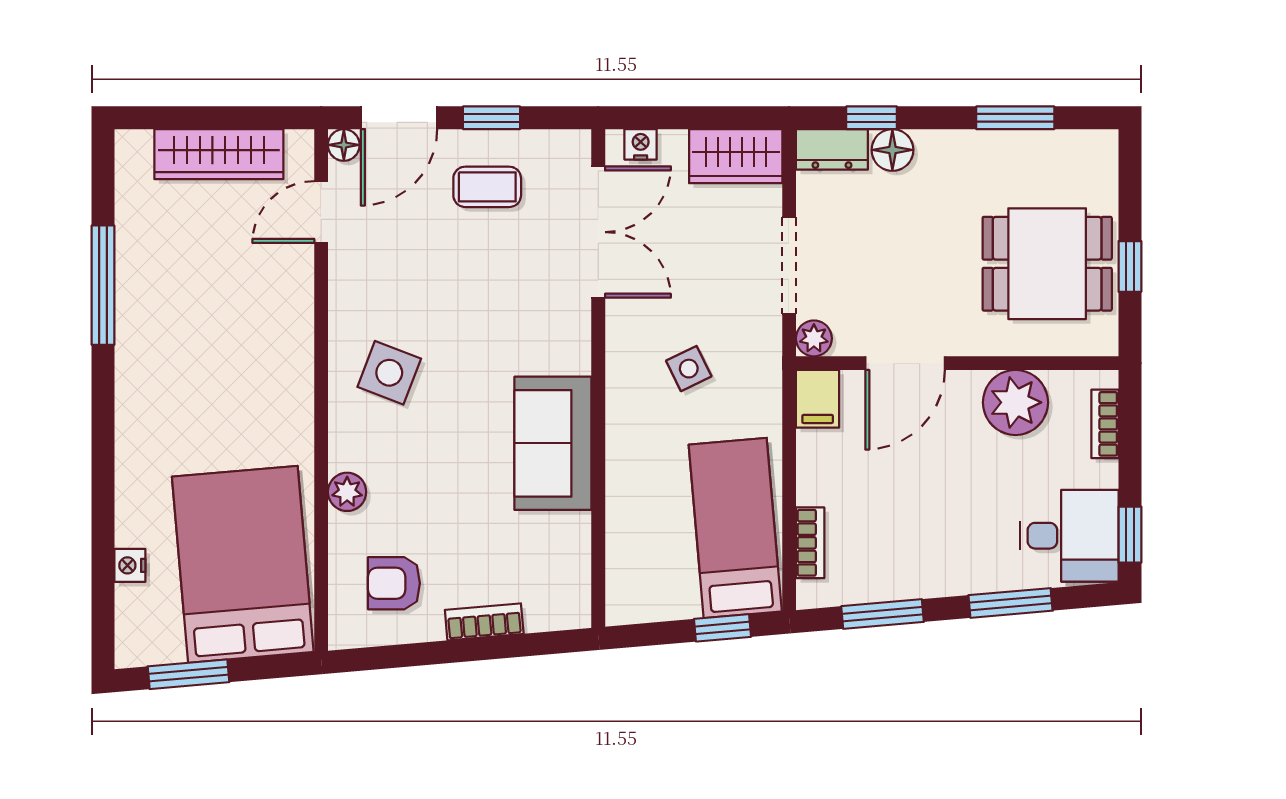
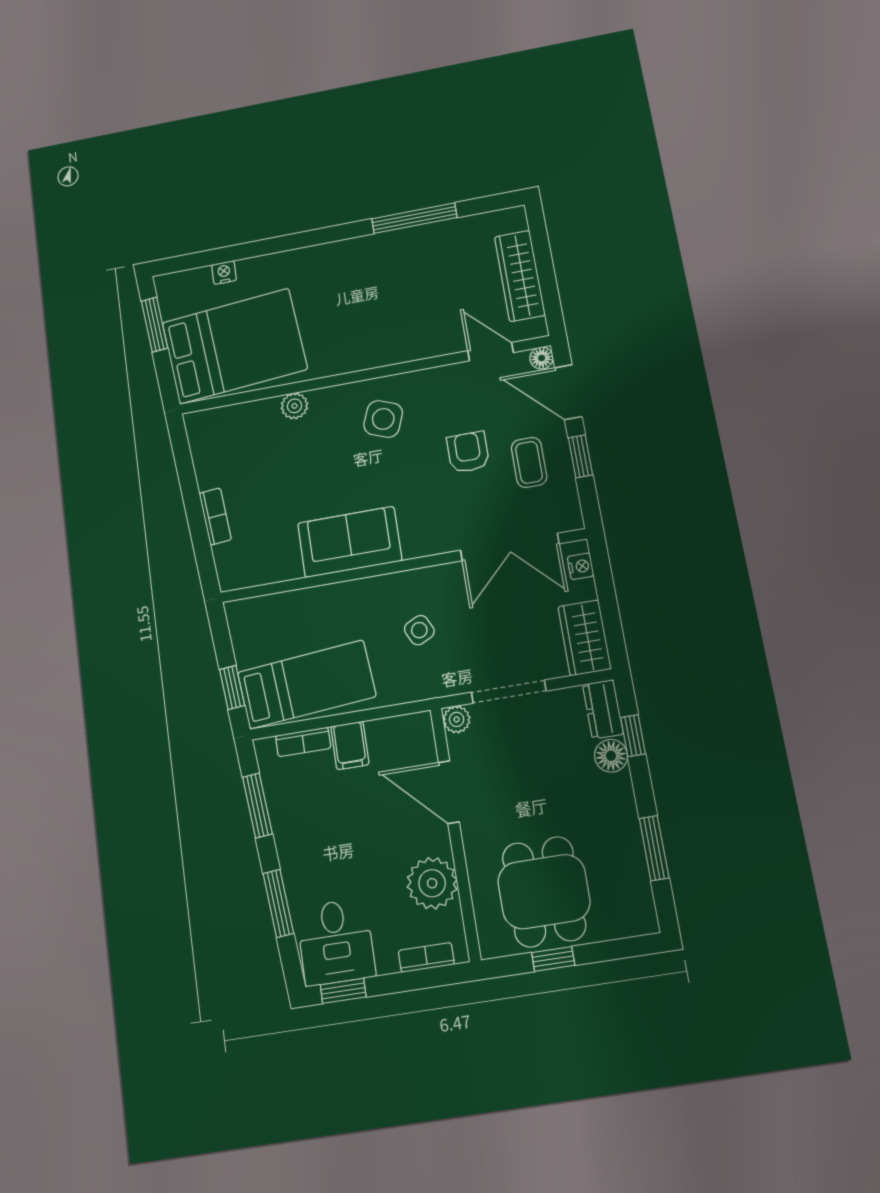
filing cabinet: (818, 399) -> (350, 746), moved, turned -90
armchair: (394, 583) -> (468, 452), moved

